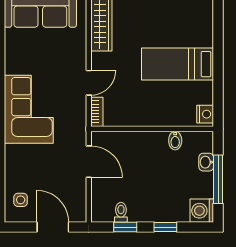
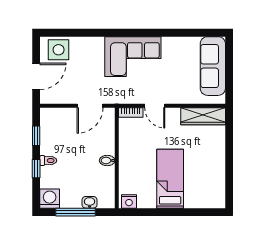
bidet: (175, 141) -> (107, 160), moved
side table: (21, 200) -> (59, 50), width x1.87, depth x1.87
toilet: (121, 212) -> (48, 161), moved

